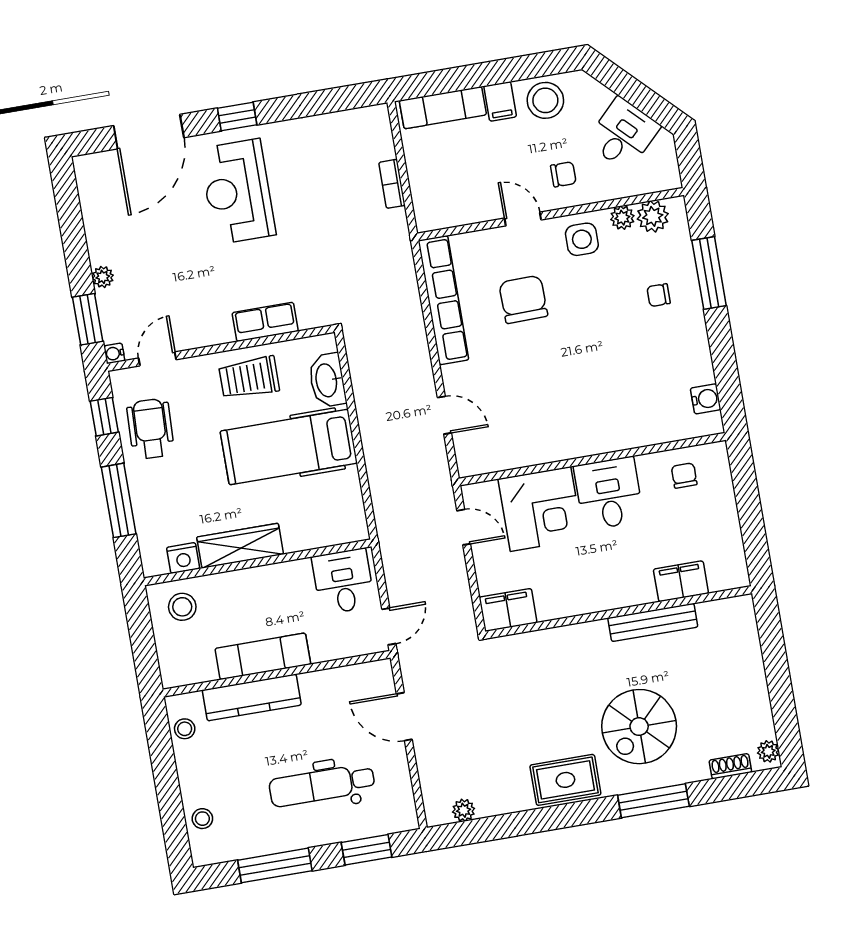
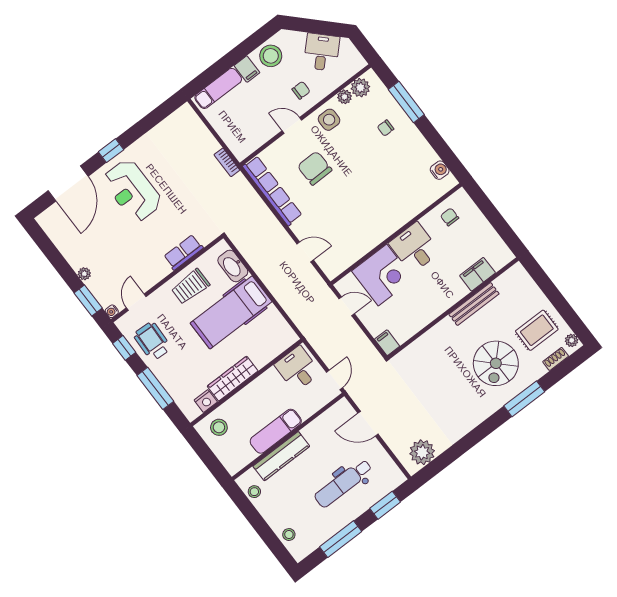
bookcase: (392, 184) -> (227, 162), moved
filing cabinet: (508, 610) -> (387, 343), width x0.50
rug: (565, 780) -> (537, 330), moved
plant: (464, 810) -> (422, 452), width x1.87, depth x1.87

